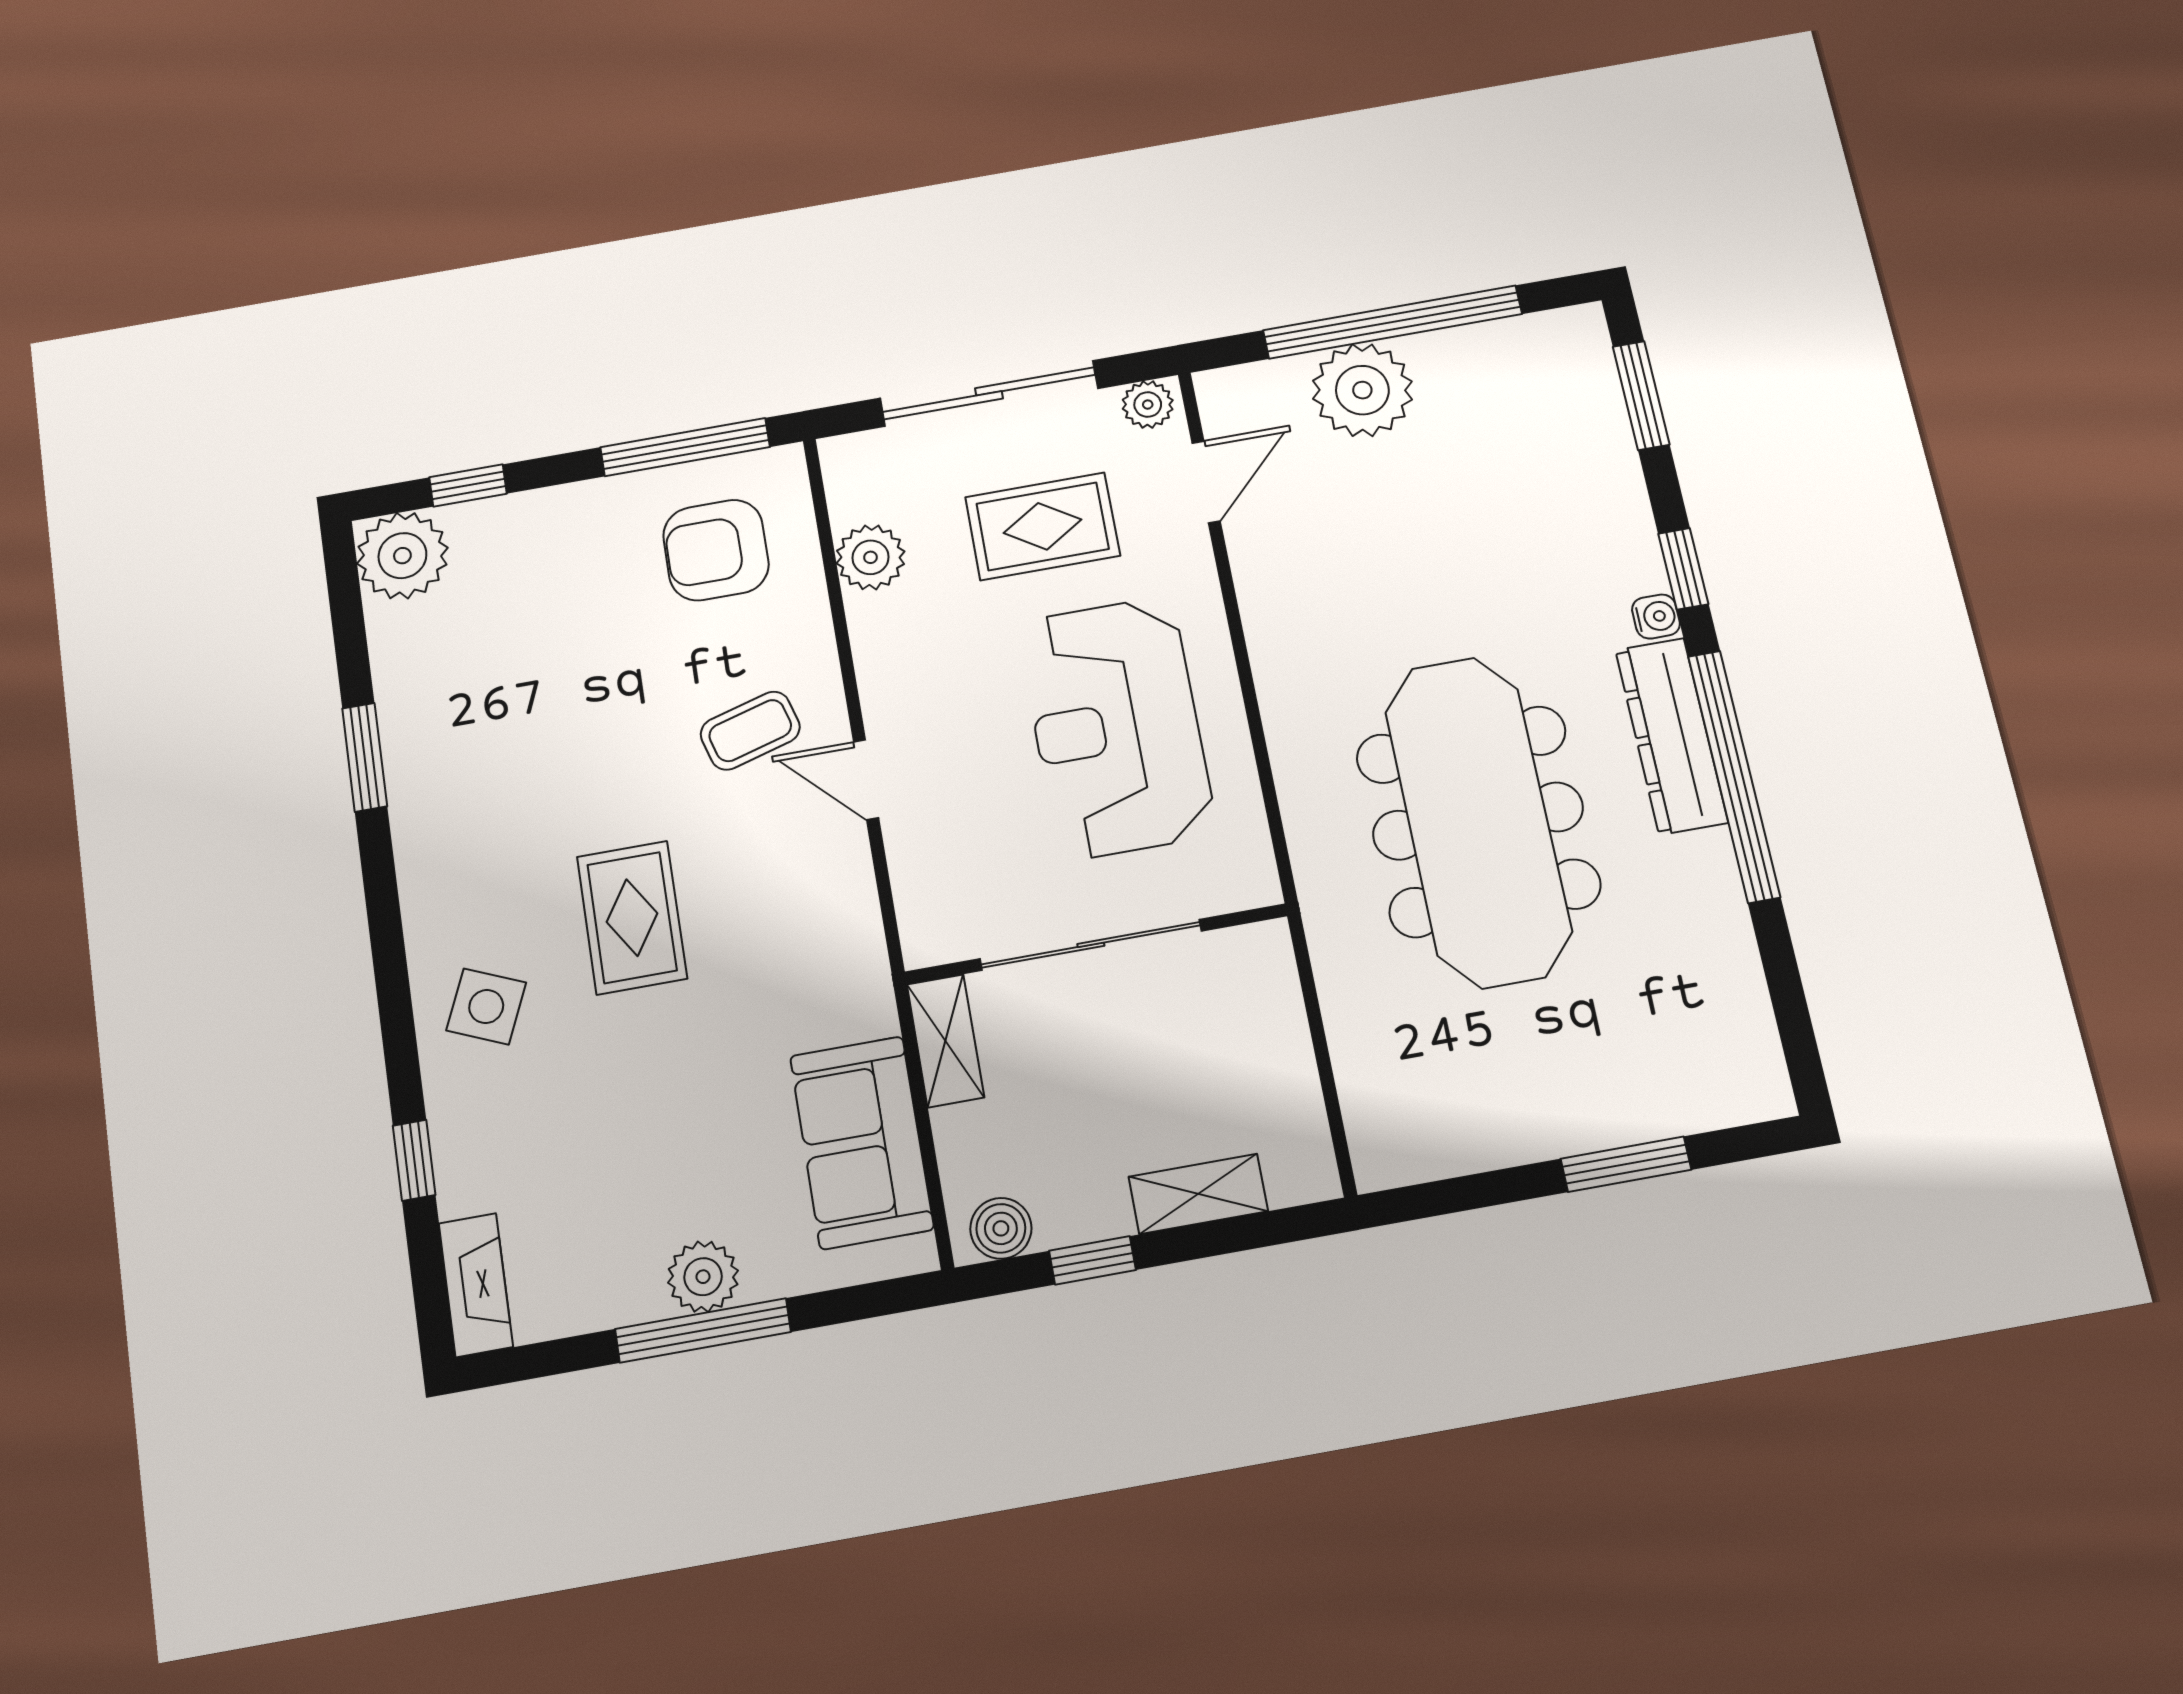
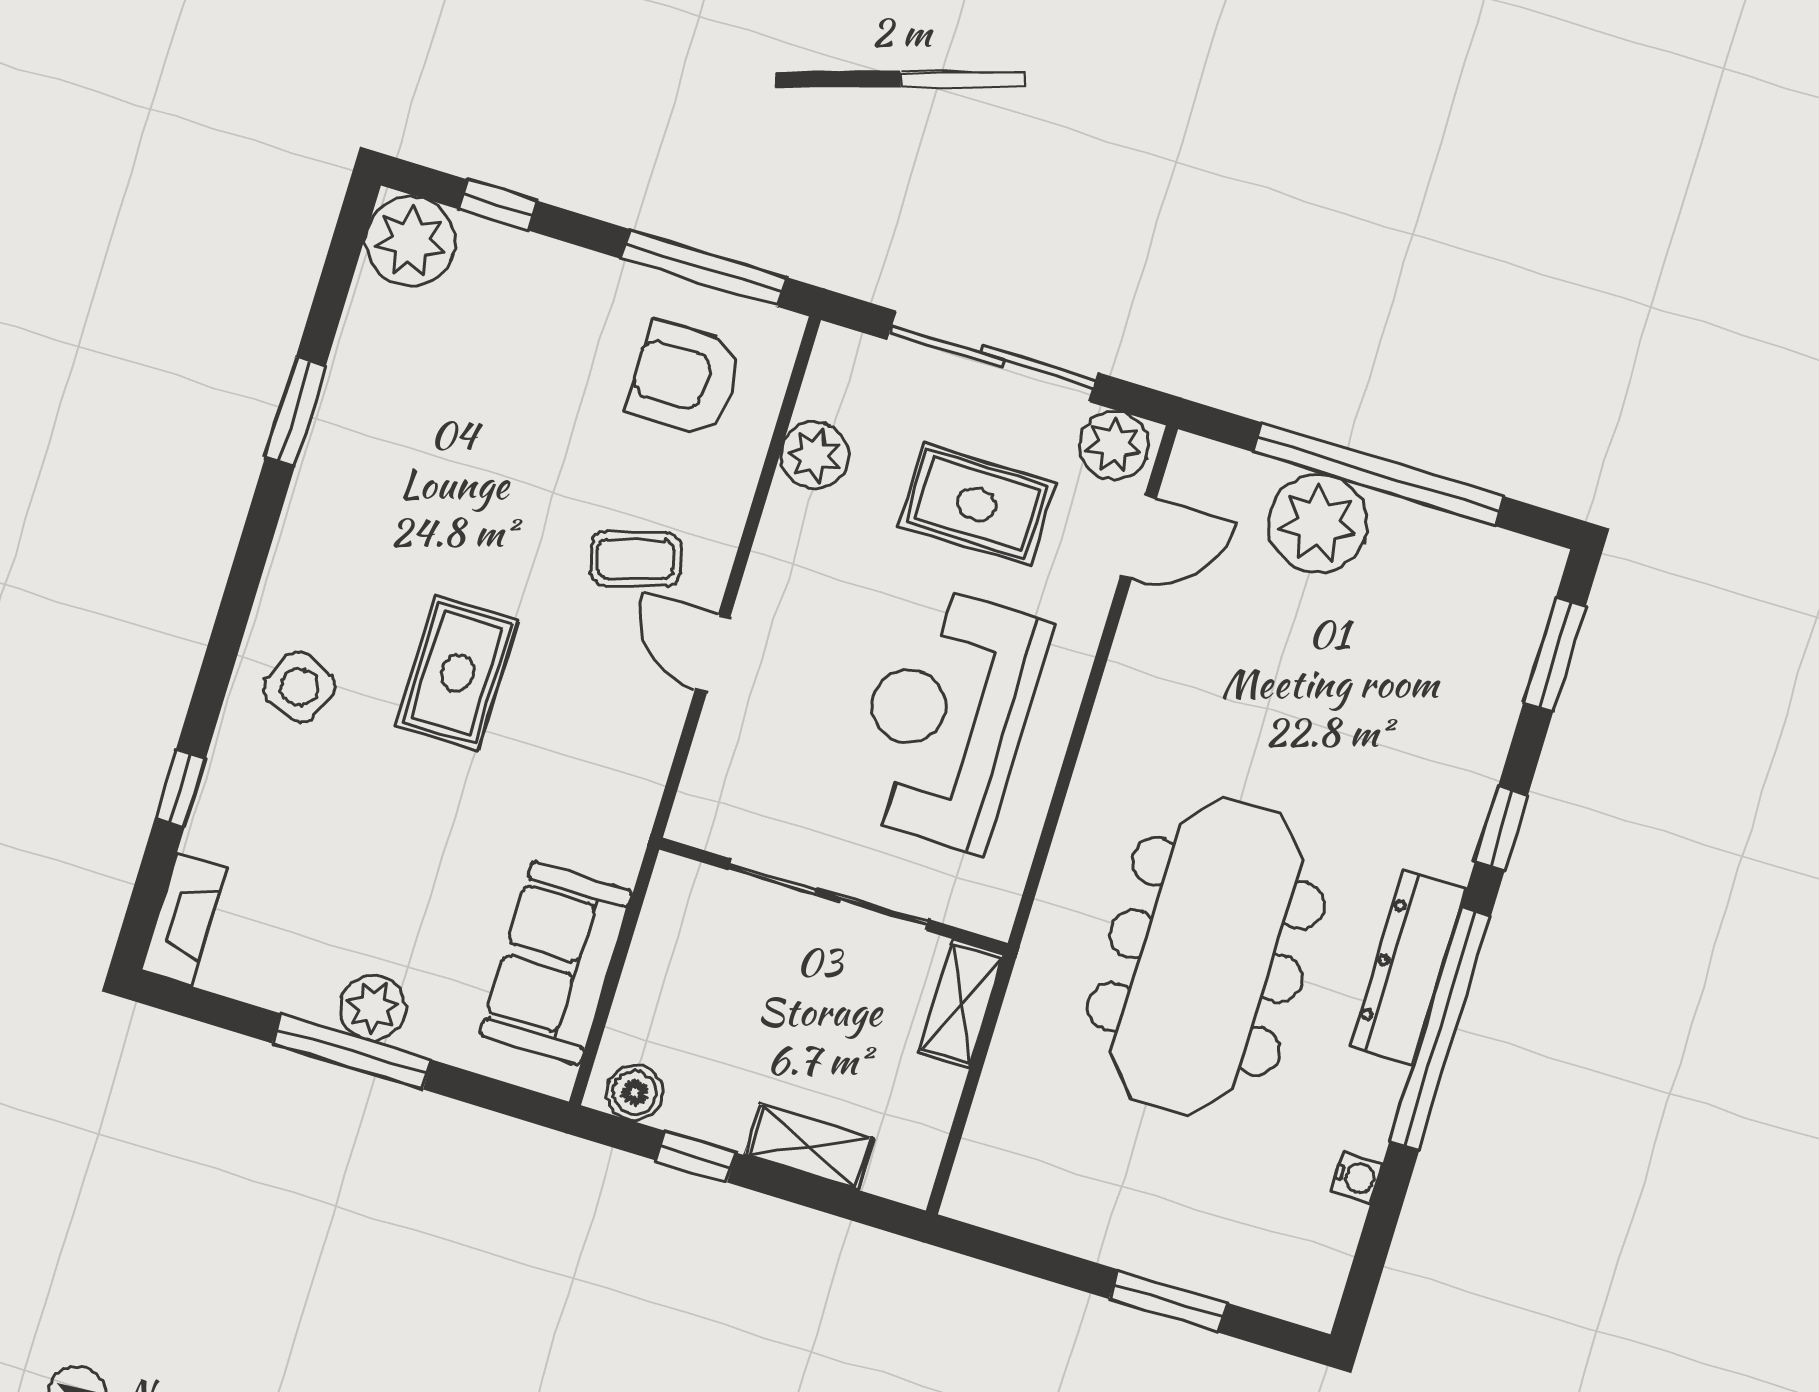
plant: (1148, 405) -> (1114, 445), width x1.38, depth x1.38
water cooler: (1656, 617) -> (1357, 1177), moved
shelving: (946, 1041) -> (961, 1004), moved

